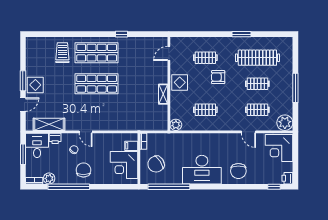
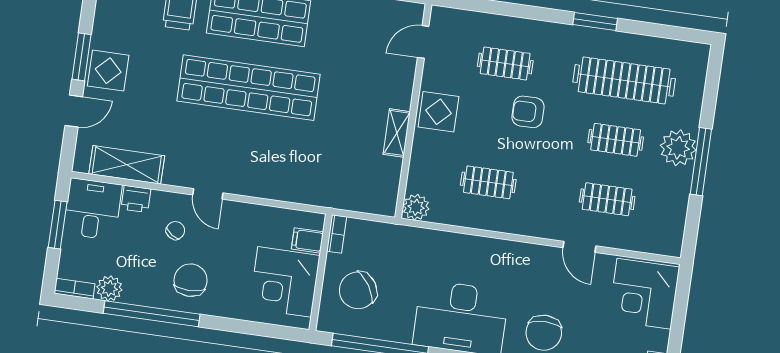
shop shelf: (97, 84) -> (248, 88), width x1.40
plant: (285, 123) -> (678, 148), moved

